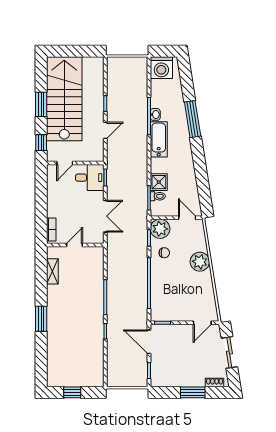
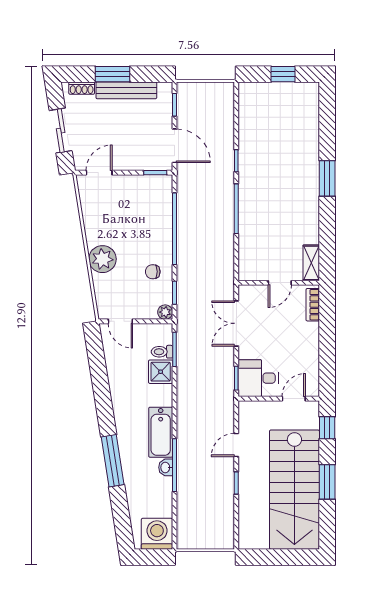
plant: (160, 229) -> (165, 312), width x0.53, depth x0.53
shelving: (52, 271) -> (311, 263), moved
bench: (183, 381) -> (126, 90), added

